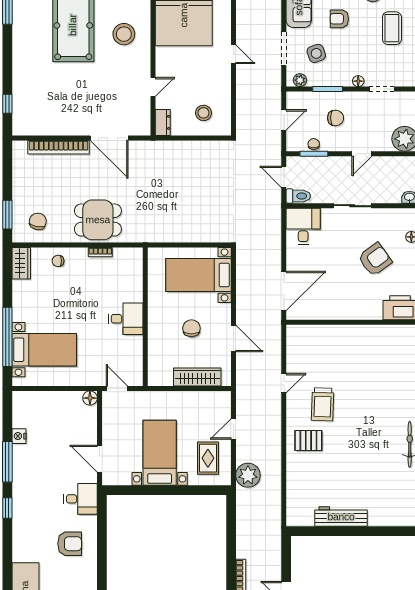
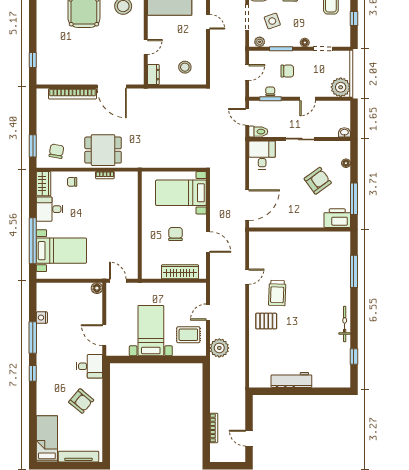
desk: (126, 319) -> (50, 209), moved, turned 180
rug: (208, 458) -> (188, 335), turned 90
armchair: (70, 544) -> (81, 401), turned 40

